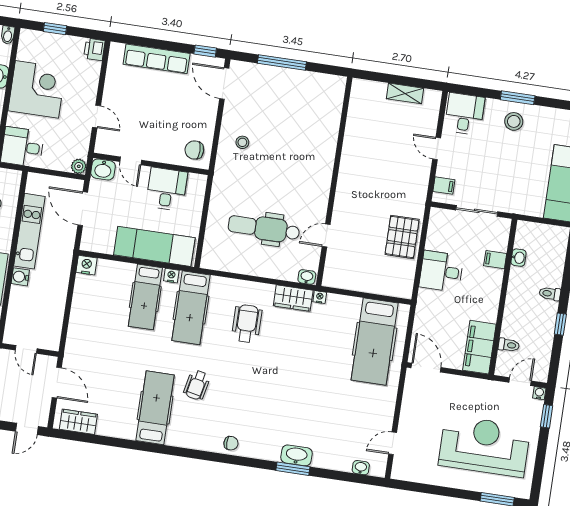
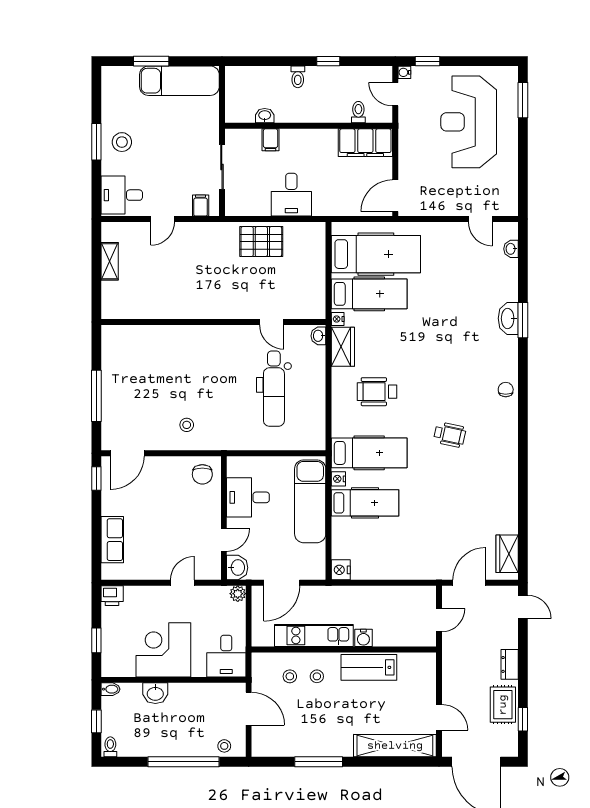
row of seats: (157, 59) -> (112, 540), width x0.68
hospital bed: (155, 408) -> (369, 294), moved, turned 180

